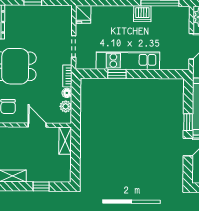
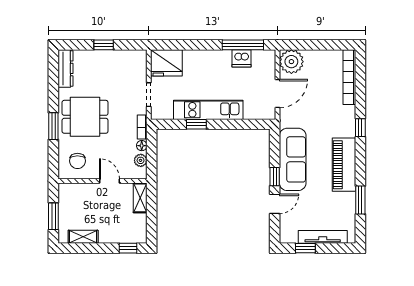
fridge: (83, 14) -> (166, 63), width x1.88, depth x1.34
dishwasher: (142, 14) -> (241, 58), moved
window: (41, 186) -> (128, 248), moved

